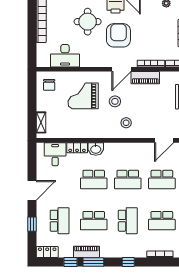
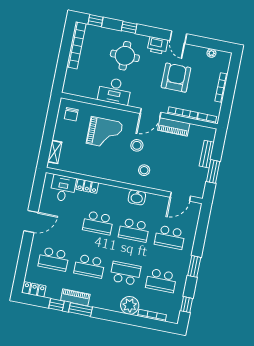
armchair: (118, 35) -> (176, 78), moved
desk: (65, 56) -> (115, 91), moved
grand piano: (83, 96) -> (105, 133), turned 180
washbasin: (96, 149) -> (137, 197), moved
school desk: (60, 221) -> (54, 259), turned 90
school desk: (128, 221) -> (125, 273), turned -90
window: (32, 224) -> (24, 257), removed
plant: (138, 249) -> (130, 305), added
window: (128, 262) -> (117, 317), removed

